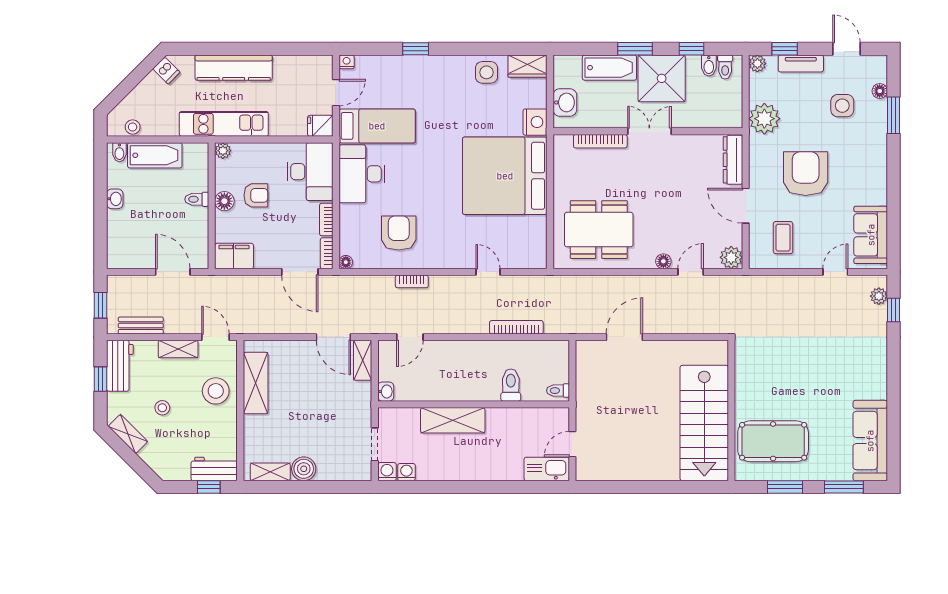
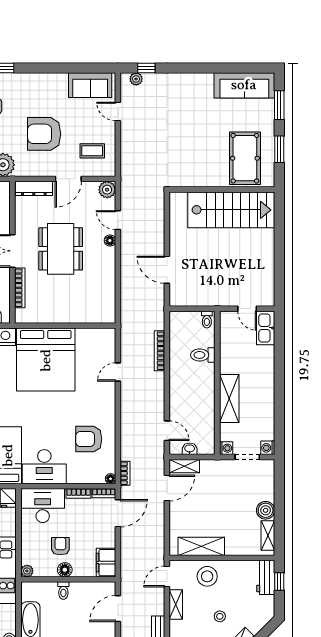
dining table: (599, 230) -> (61, 249), moved
bookcase: (412, 281) -> (125, 473), moved
washbasin: (386, 392) -> (190, 449), moved
washing machine: (406, 472) -> (226, 448), moved, turned 180

